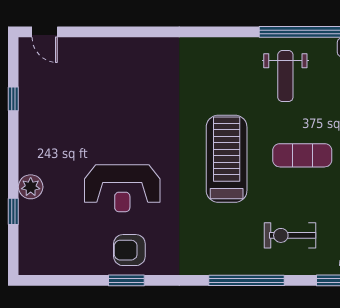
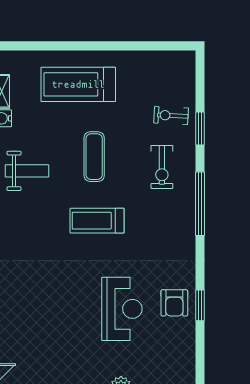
treadmill: (227, 159) -> (97, 221), width x0.73, depth x0.73

